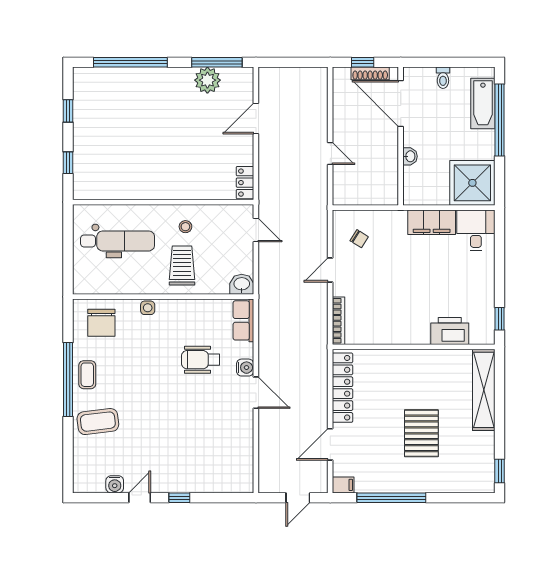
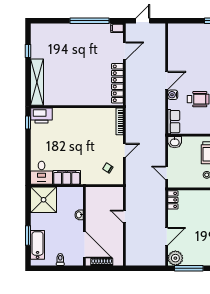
window: (363, 62) -> (106, 268), removed
plant: (207, 80) -> (175, 258), moved
window: (500, 120) -> (28, 235), width x0.47
printer: (450, 331) -> (42, 115), moved
door: (256, 393) -> (167, 80), swing flipped
pallet: (421, 433) -> (73, 57), removed
window: (500, 471) -> (28, 51), moved

